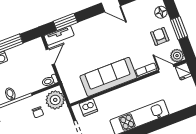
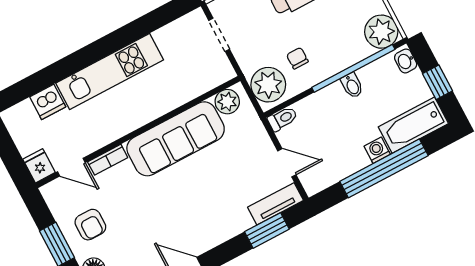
plant: (177, 56) -> (227, 102), moved
door: (50, 57) -> (287, 163), swing flipped
dishwasher: (88, 107) -> (48, 102), moved, turned 180

